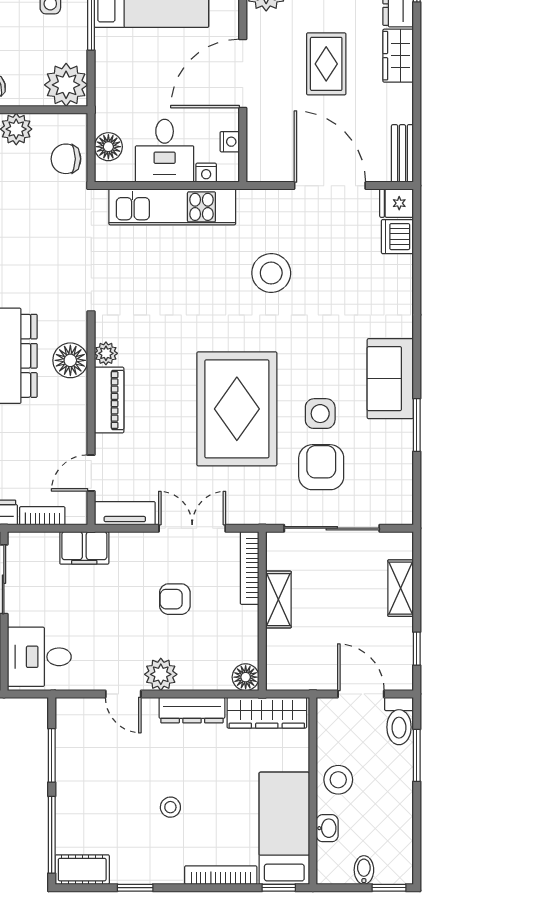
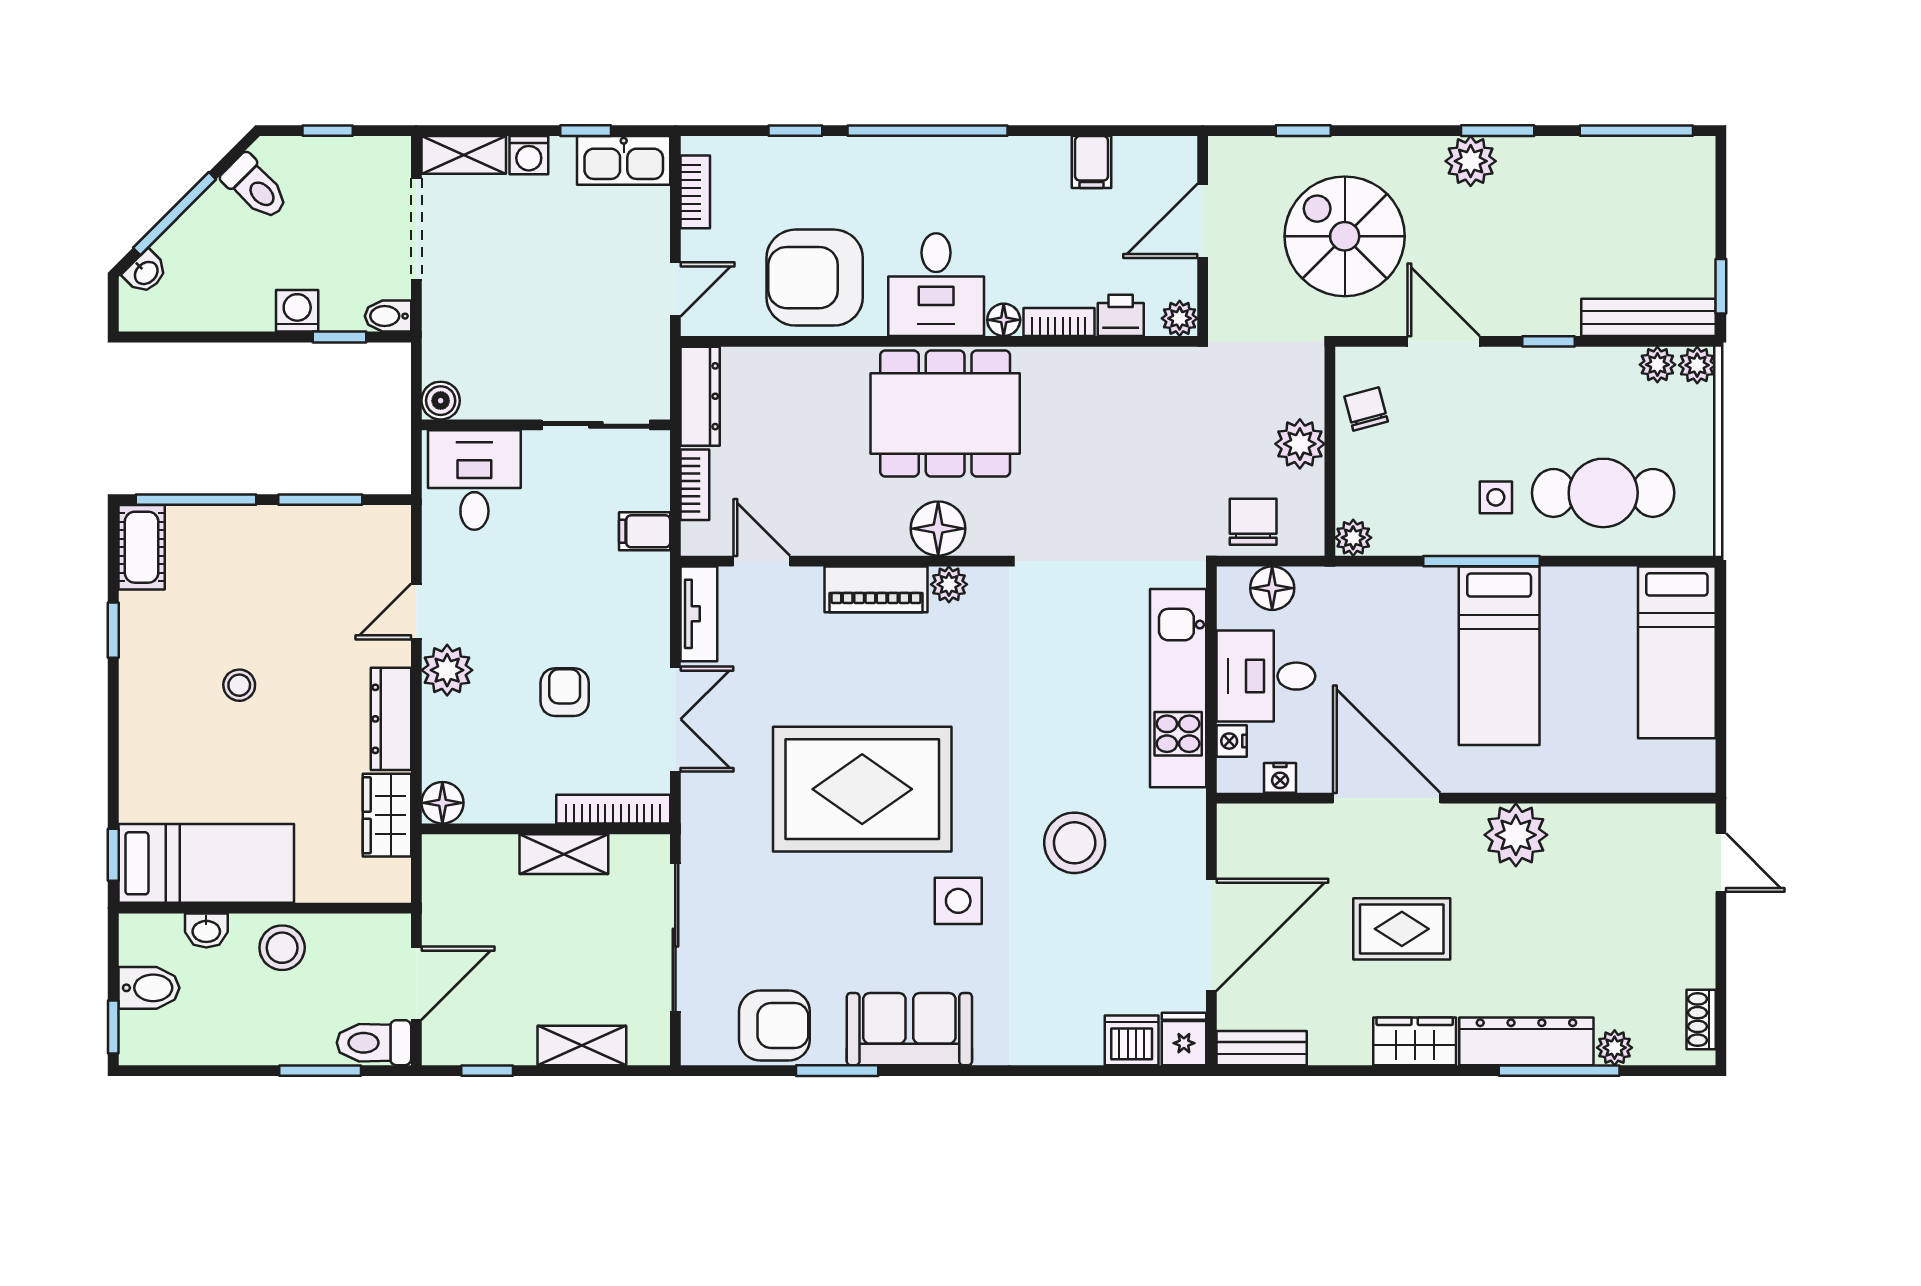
plant: (66, 85) -> (1353, 538), width x0.53, depth x0.53
side table: (320, 414) -> (958, 901), moved
armchair: (321, 467) -> (774, 1026), moved
filing cabinet: (84, 548) -> (645, 531), width x0.50
wardrobe: (267, 713) -> (387, 815), width x0.67
bidet: (364, 870) -> (149, 988), width x1.38, depth x1.36
bookcase: (221, 875) -> (133, 764), removed

